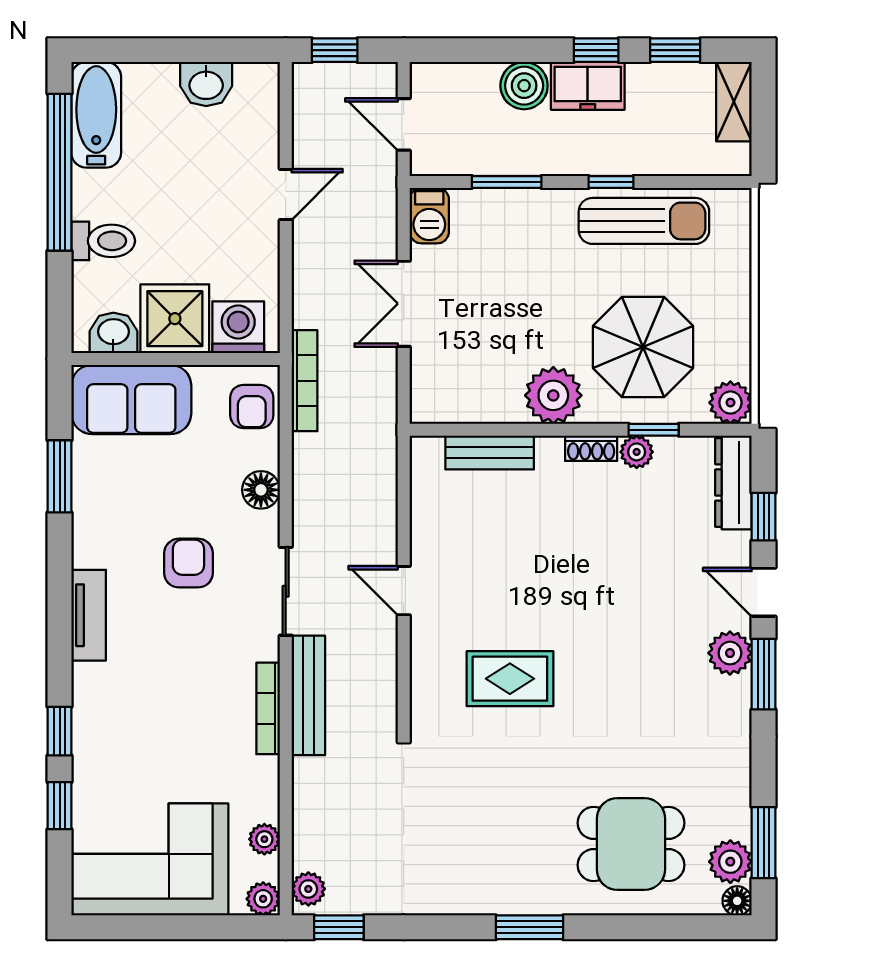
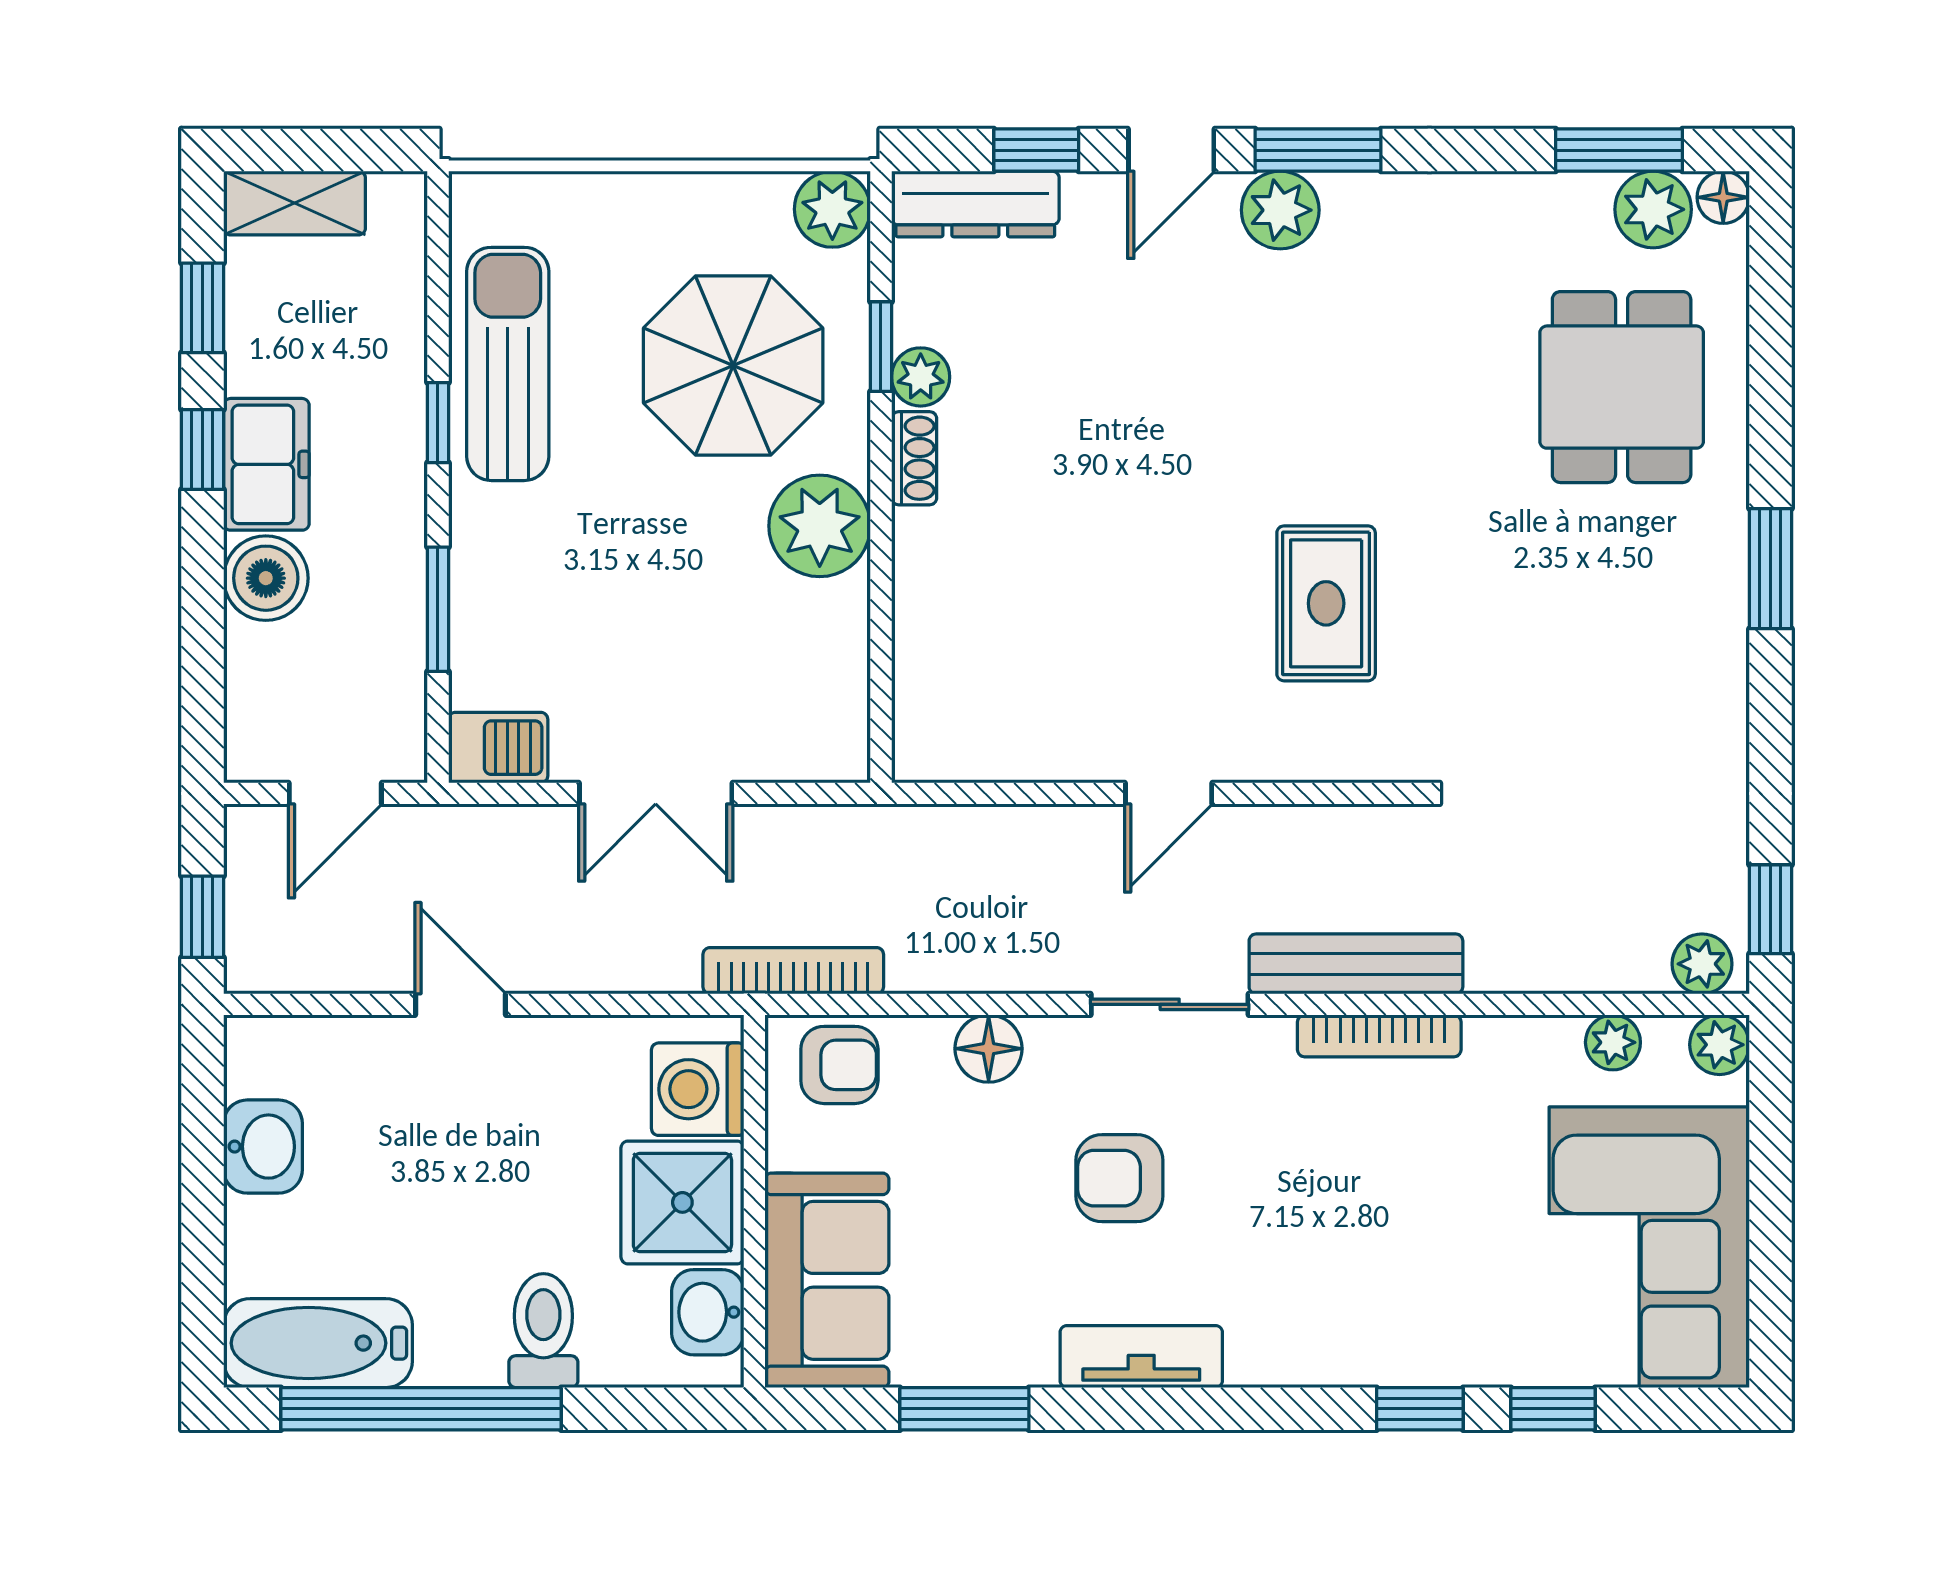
bench: (490, 453) -> (922, 640), removed
tv unit: (89, 615) -> (1141, 1357), moved

